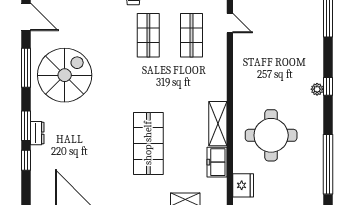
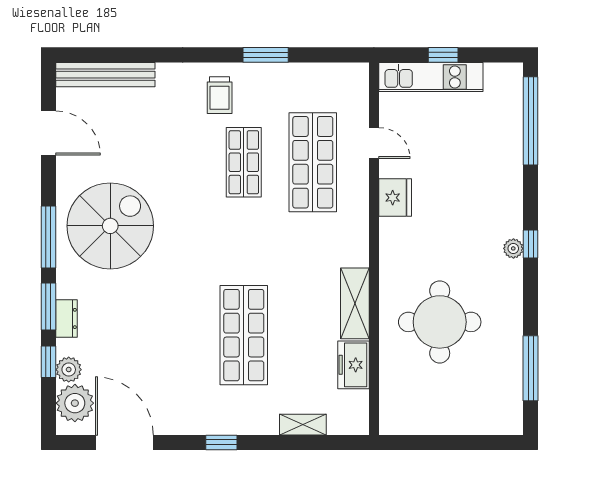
shop shelf: (192, 35) -> (313, 162), width x1.43, depth x1.36
window: (26, 68) -> (48, 237), moved
window: (328, 164) -> (531, 368), width x0.68
plant: (39, 165) -> (69, 370), added
fridge: (243, 185) -> (395, 198), moved
plant: (42, 186) -> (75, 403), added

